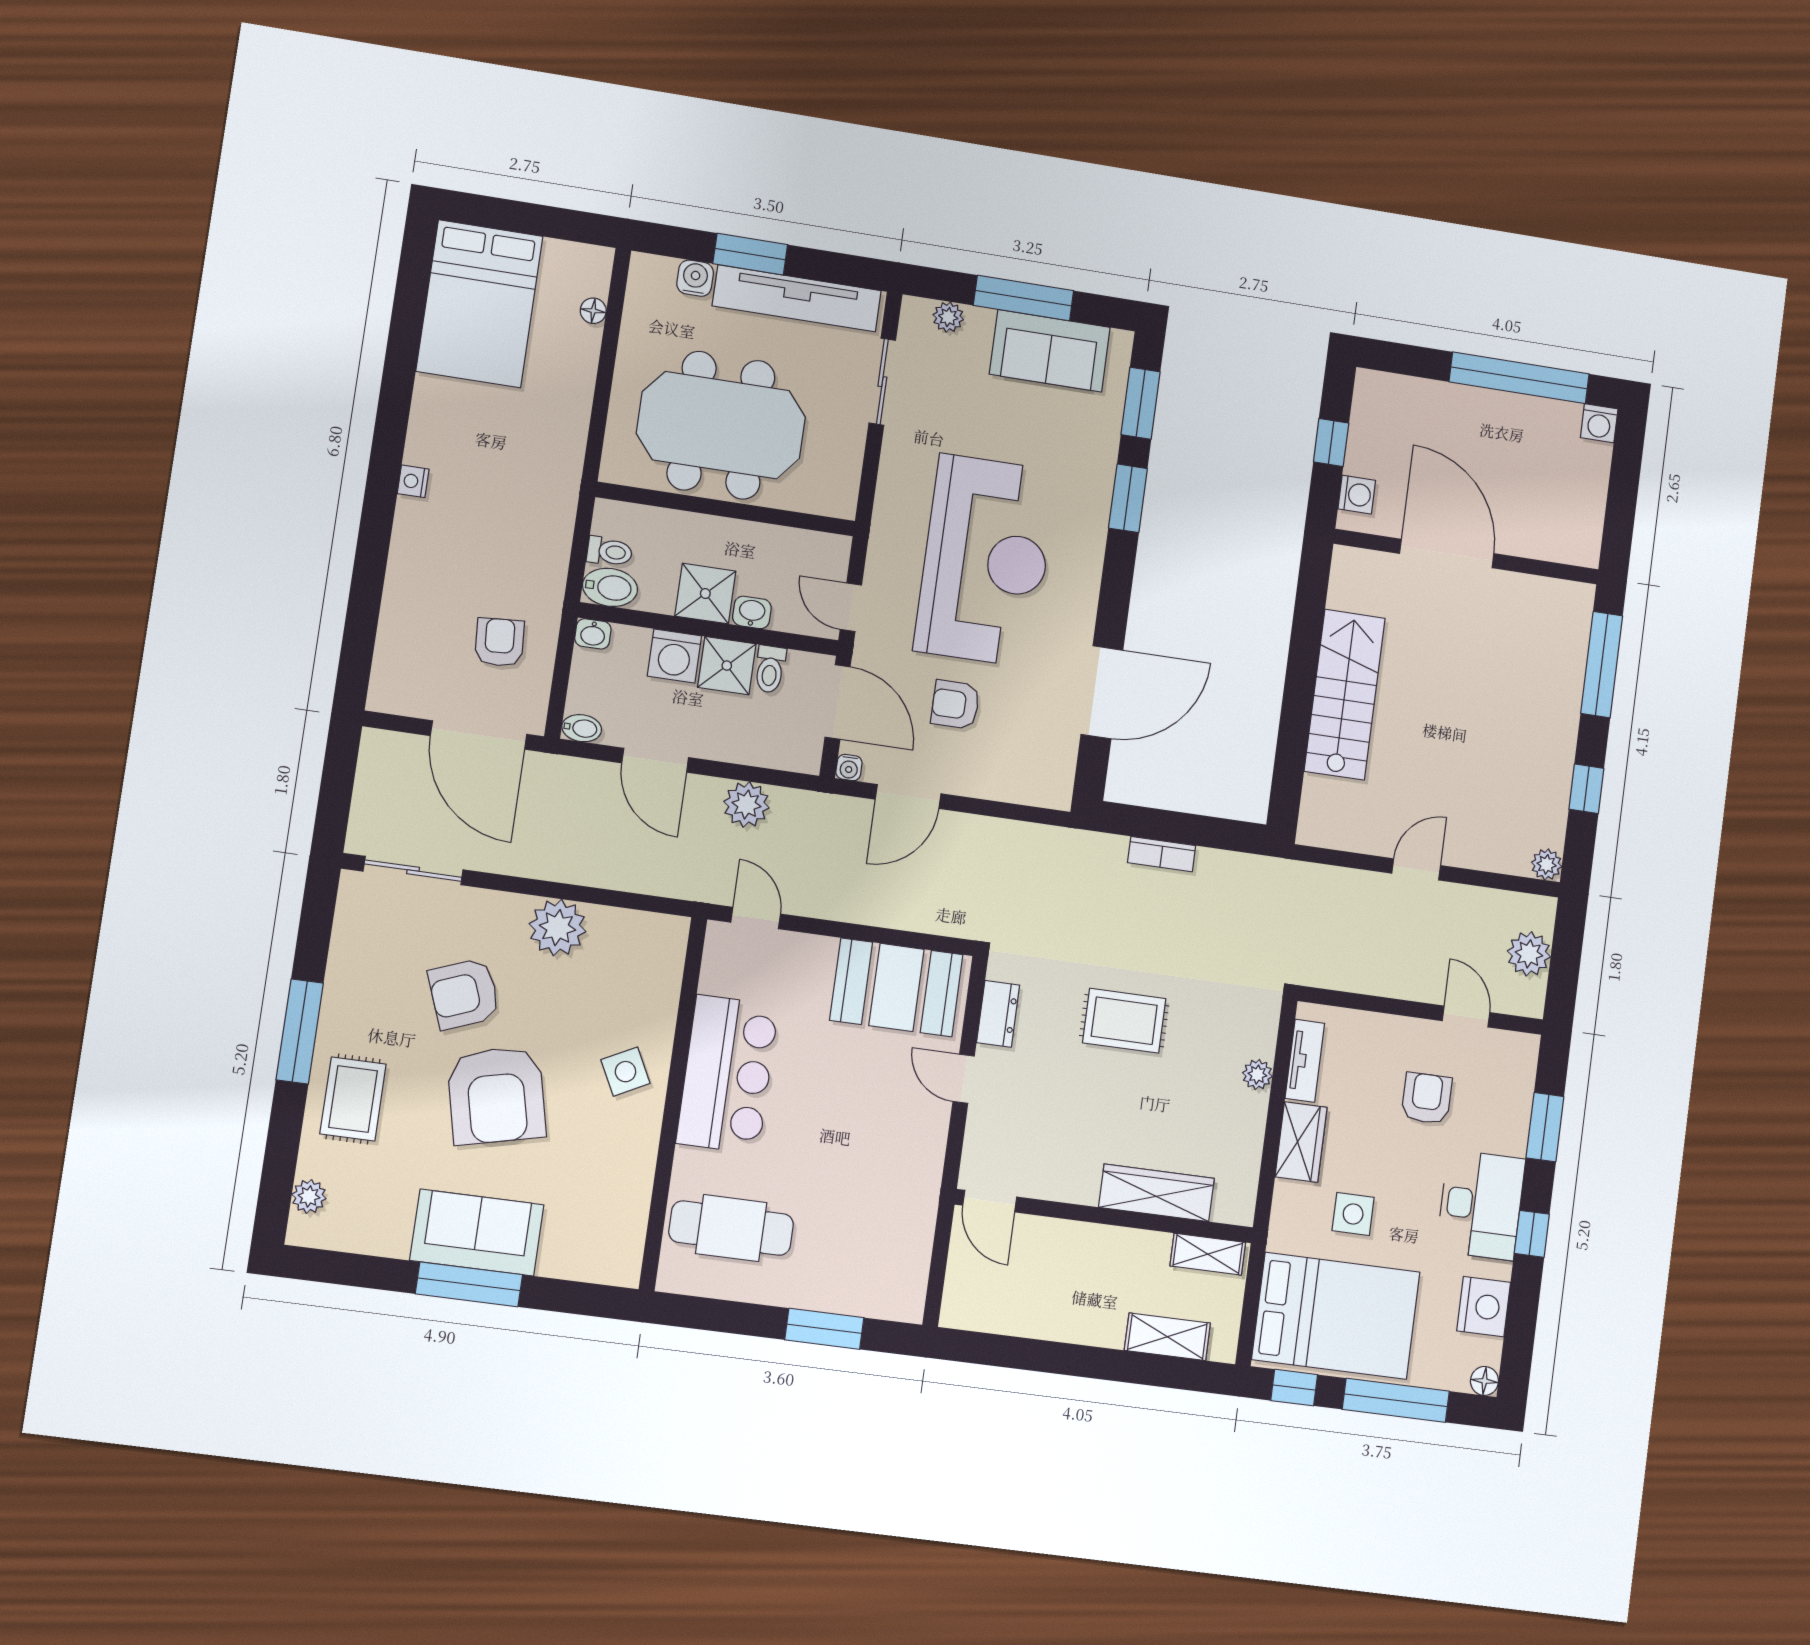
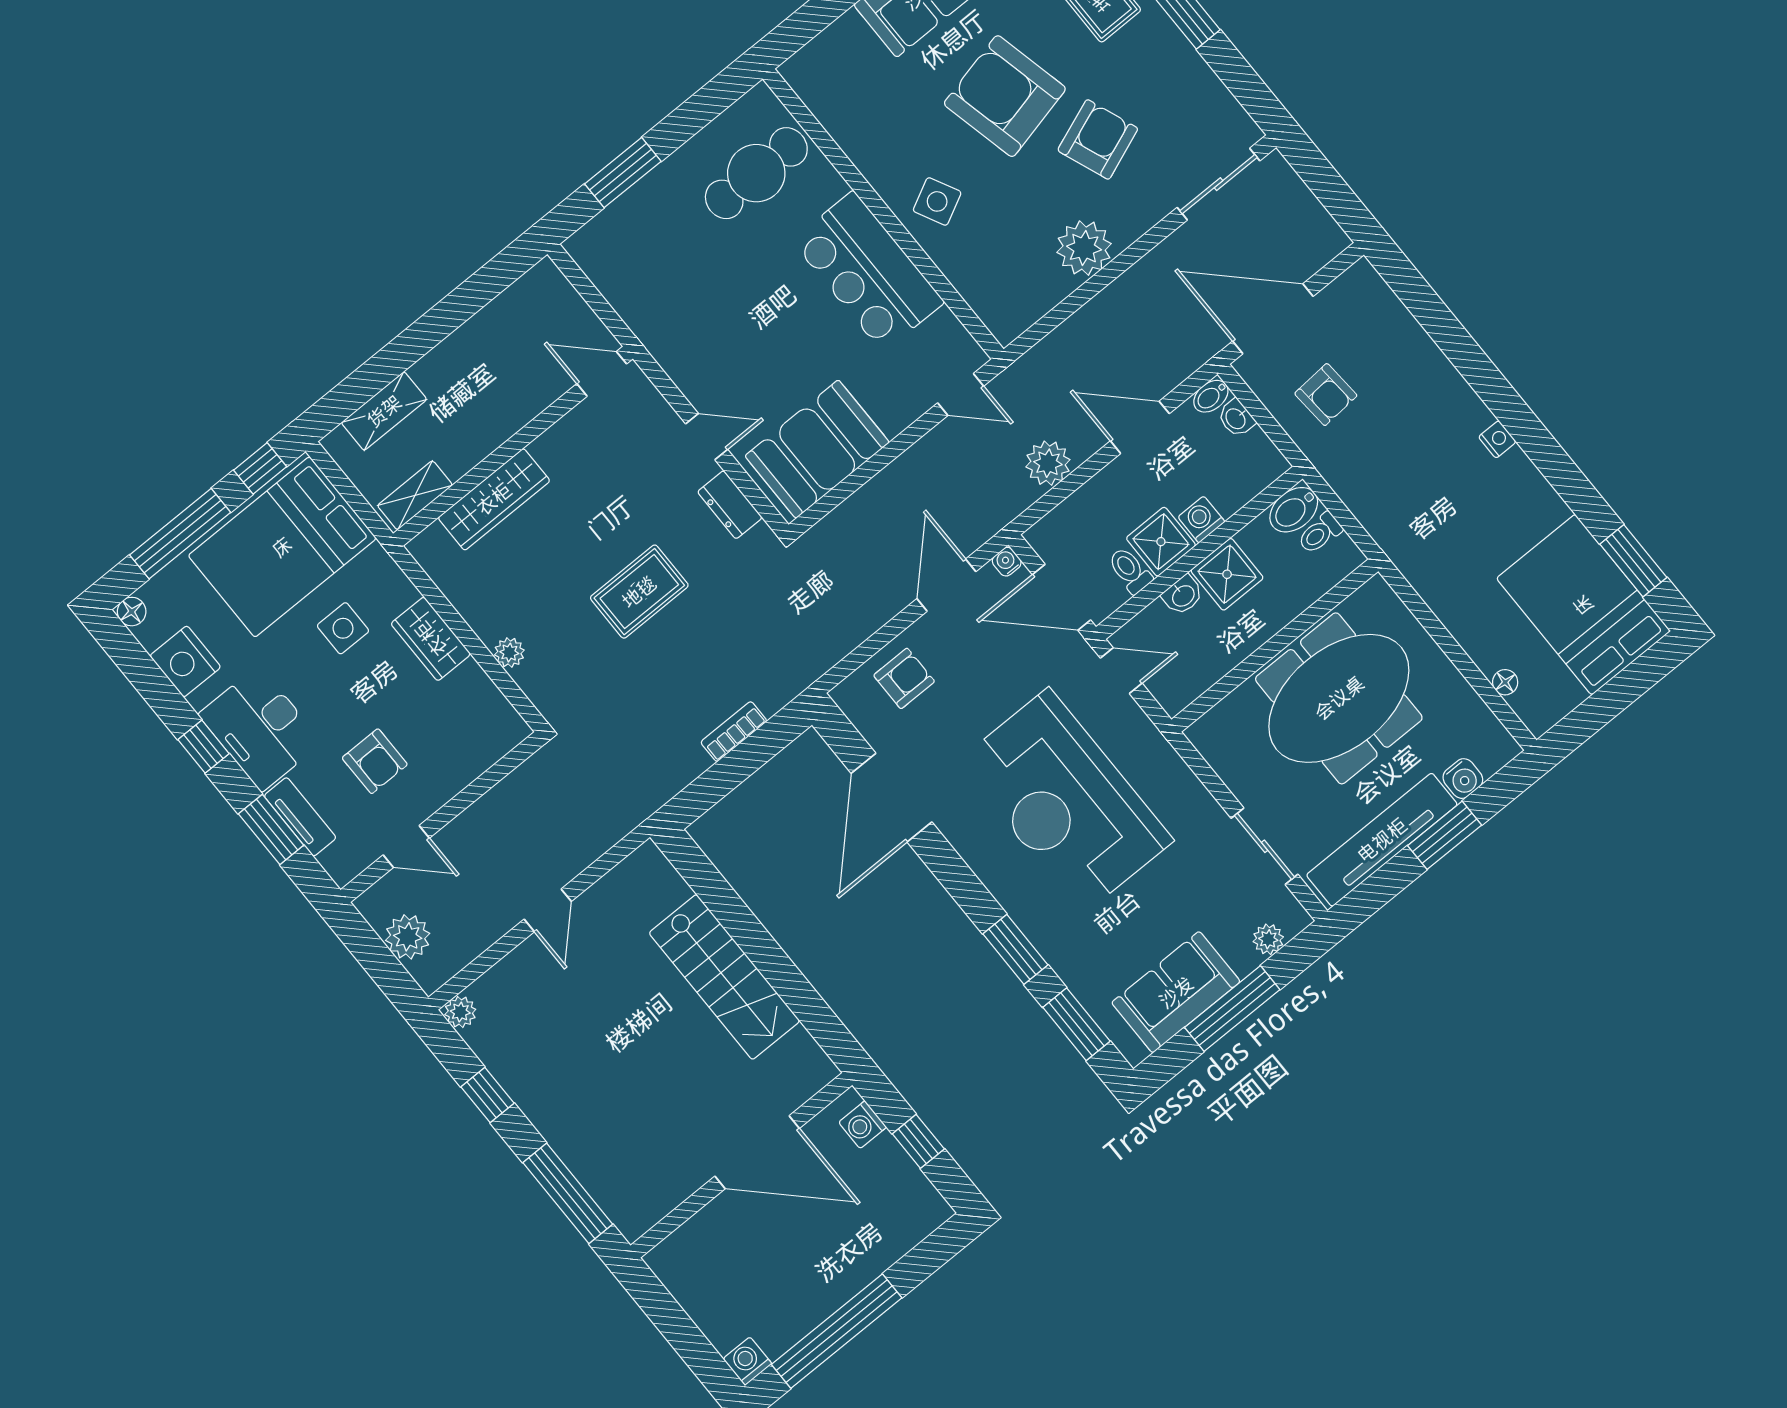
window: (411, 295) -> (1633, 561), added
washbasin: (593, 634) -> (1236, 418), moved, turned -90
washing machine: (674, 656) -> (1201, 519), width x0.73, depth x0.73
armchair: (955, 704) -> (904, 678), moved
tv unit: (1305, 1061) -> (300, 817), moved, turned 180

